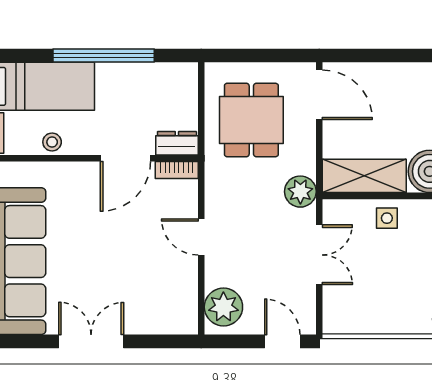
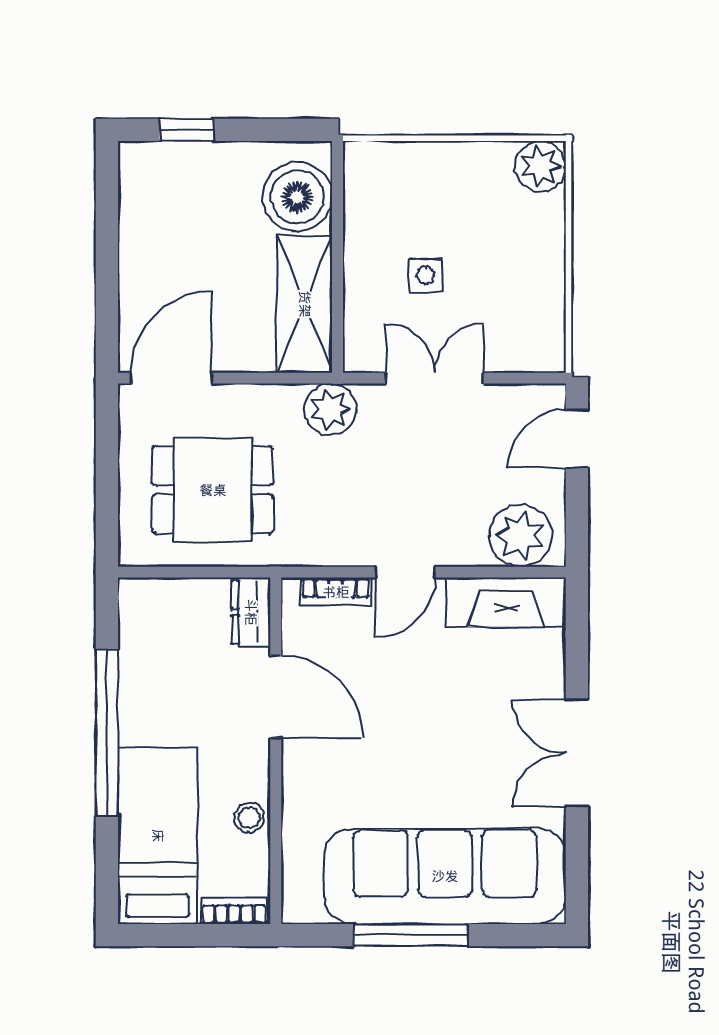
bookcase: (177, 170) -> (336, 592), moved, turned 90
side table: (387, 218) -> (426, 275), moved
fireplace: (183, 298) -> (506, 602), added

